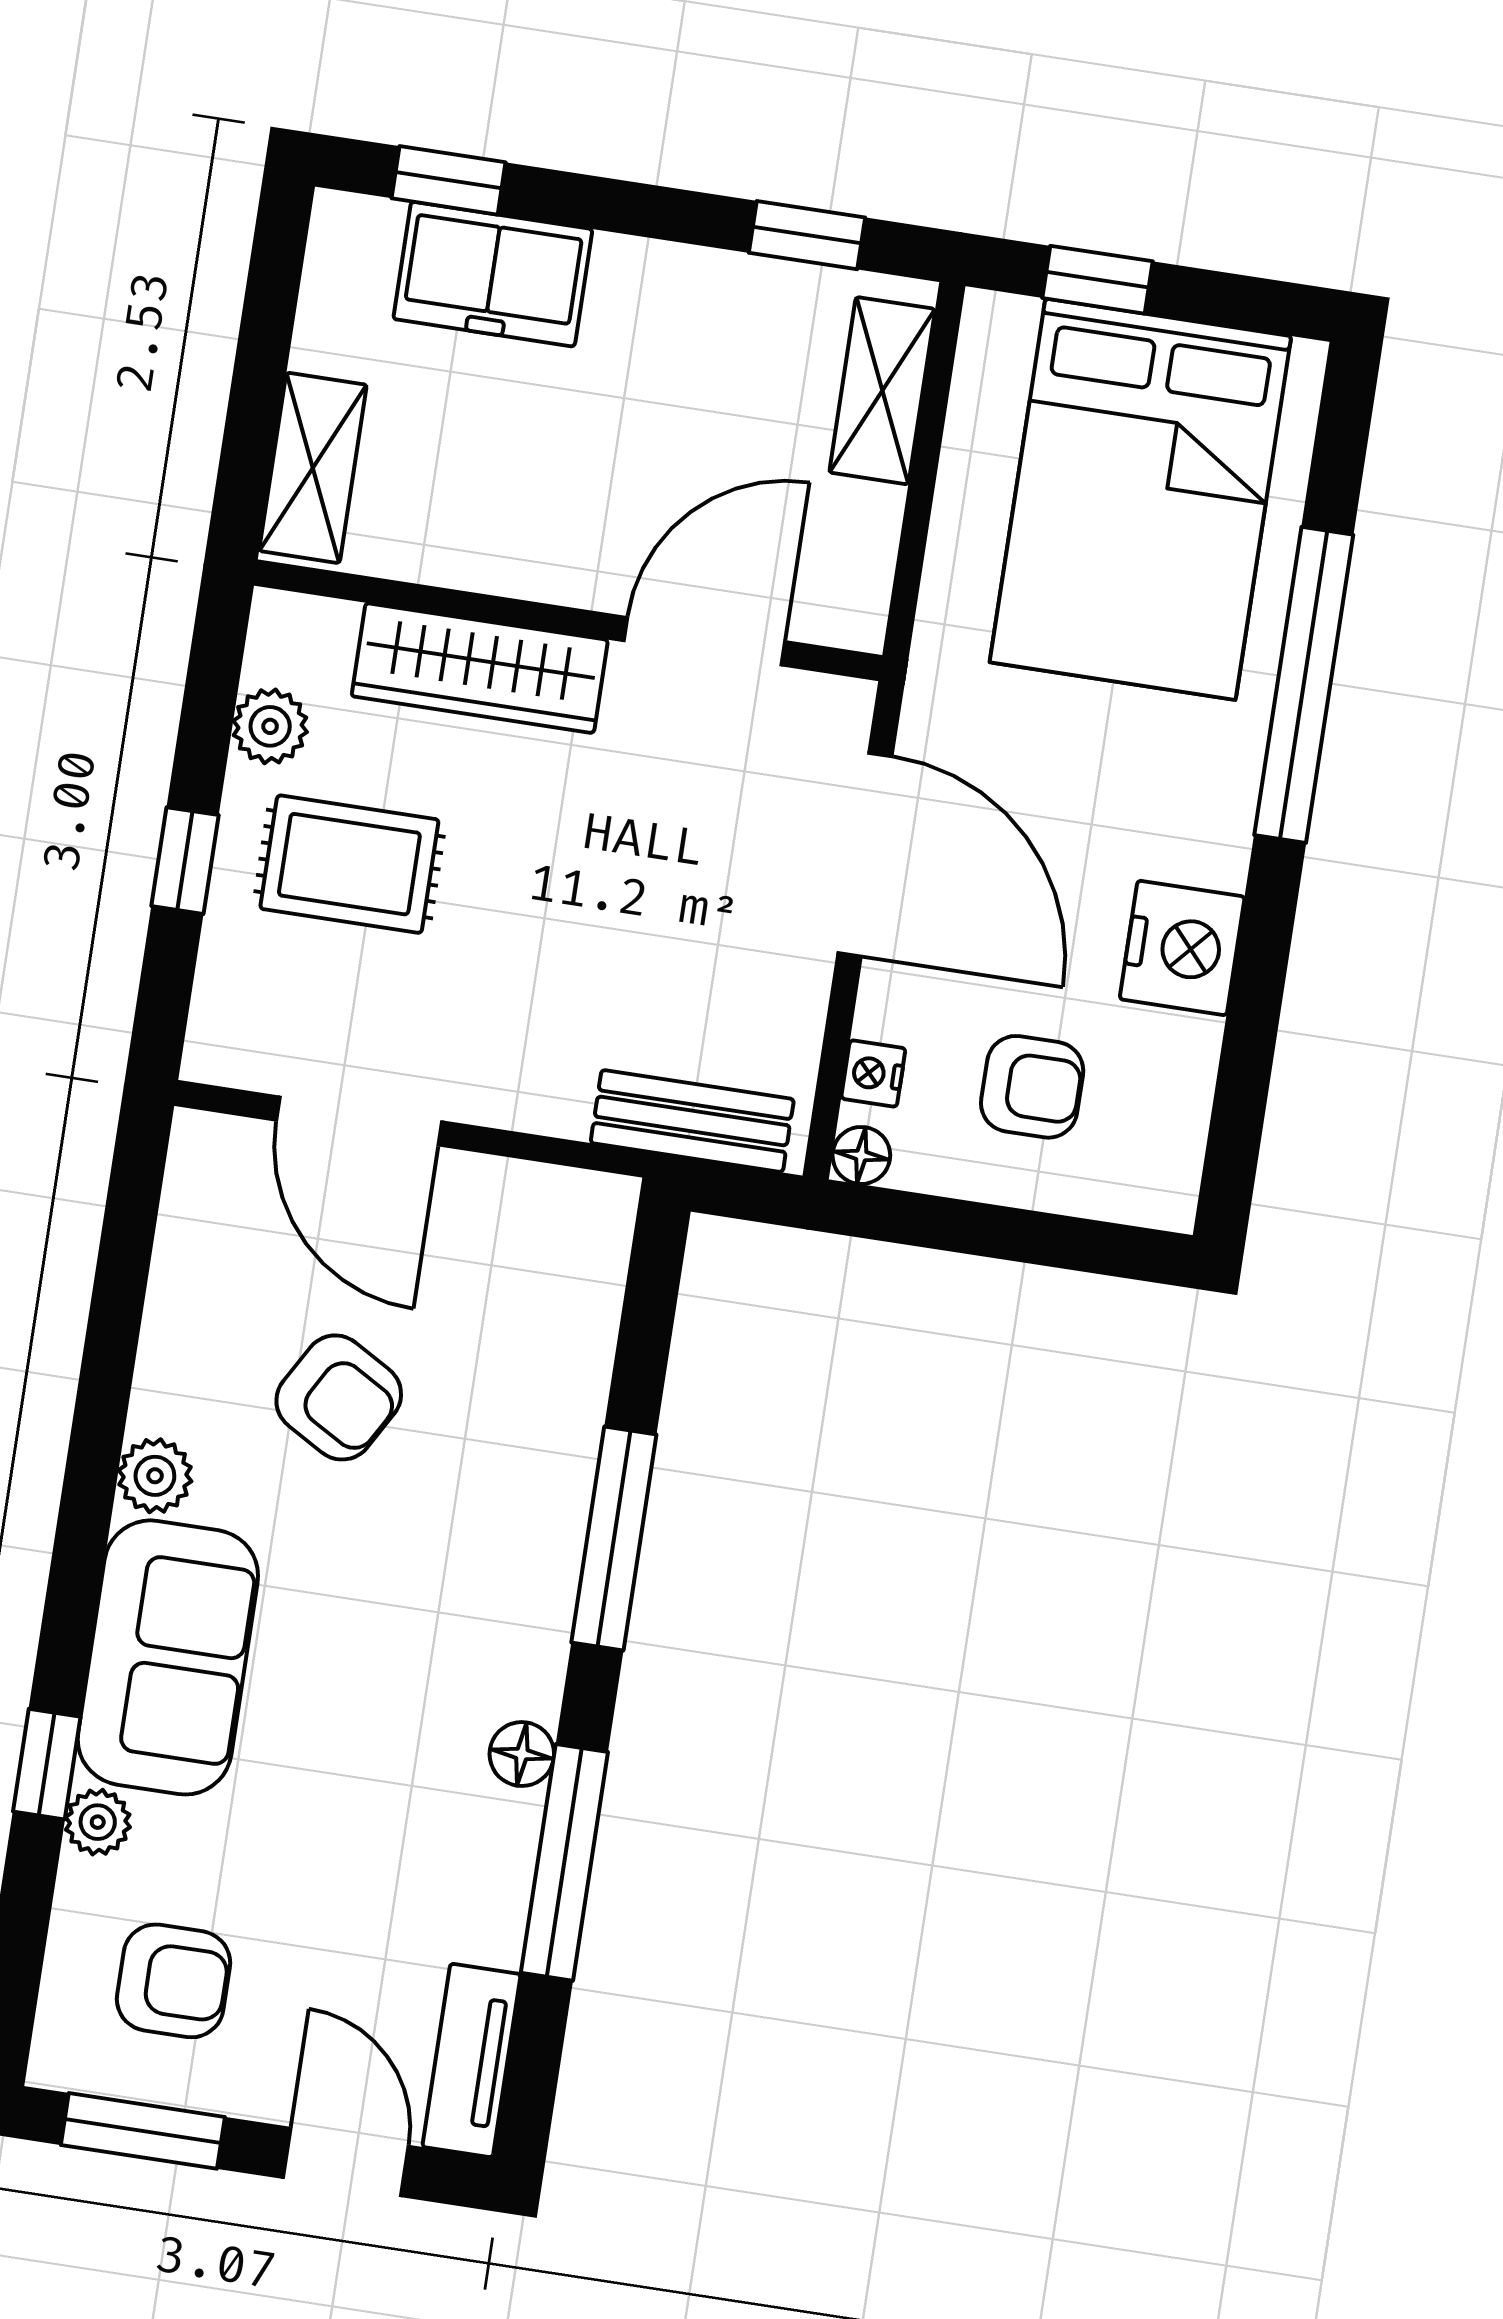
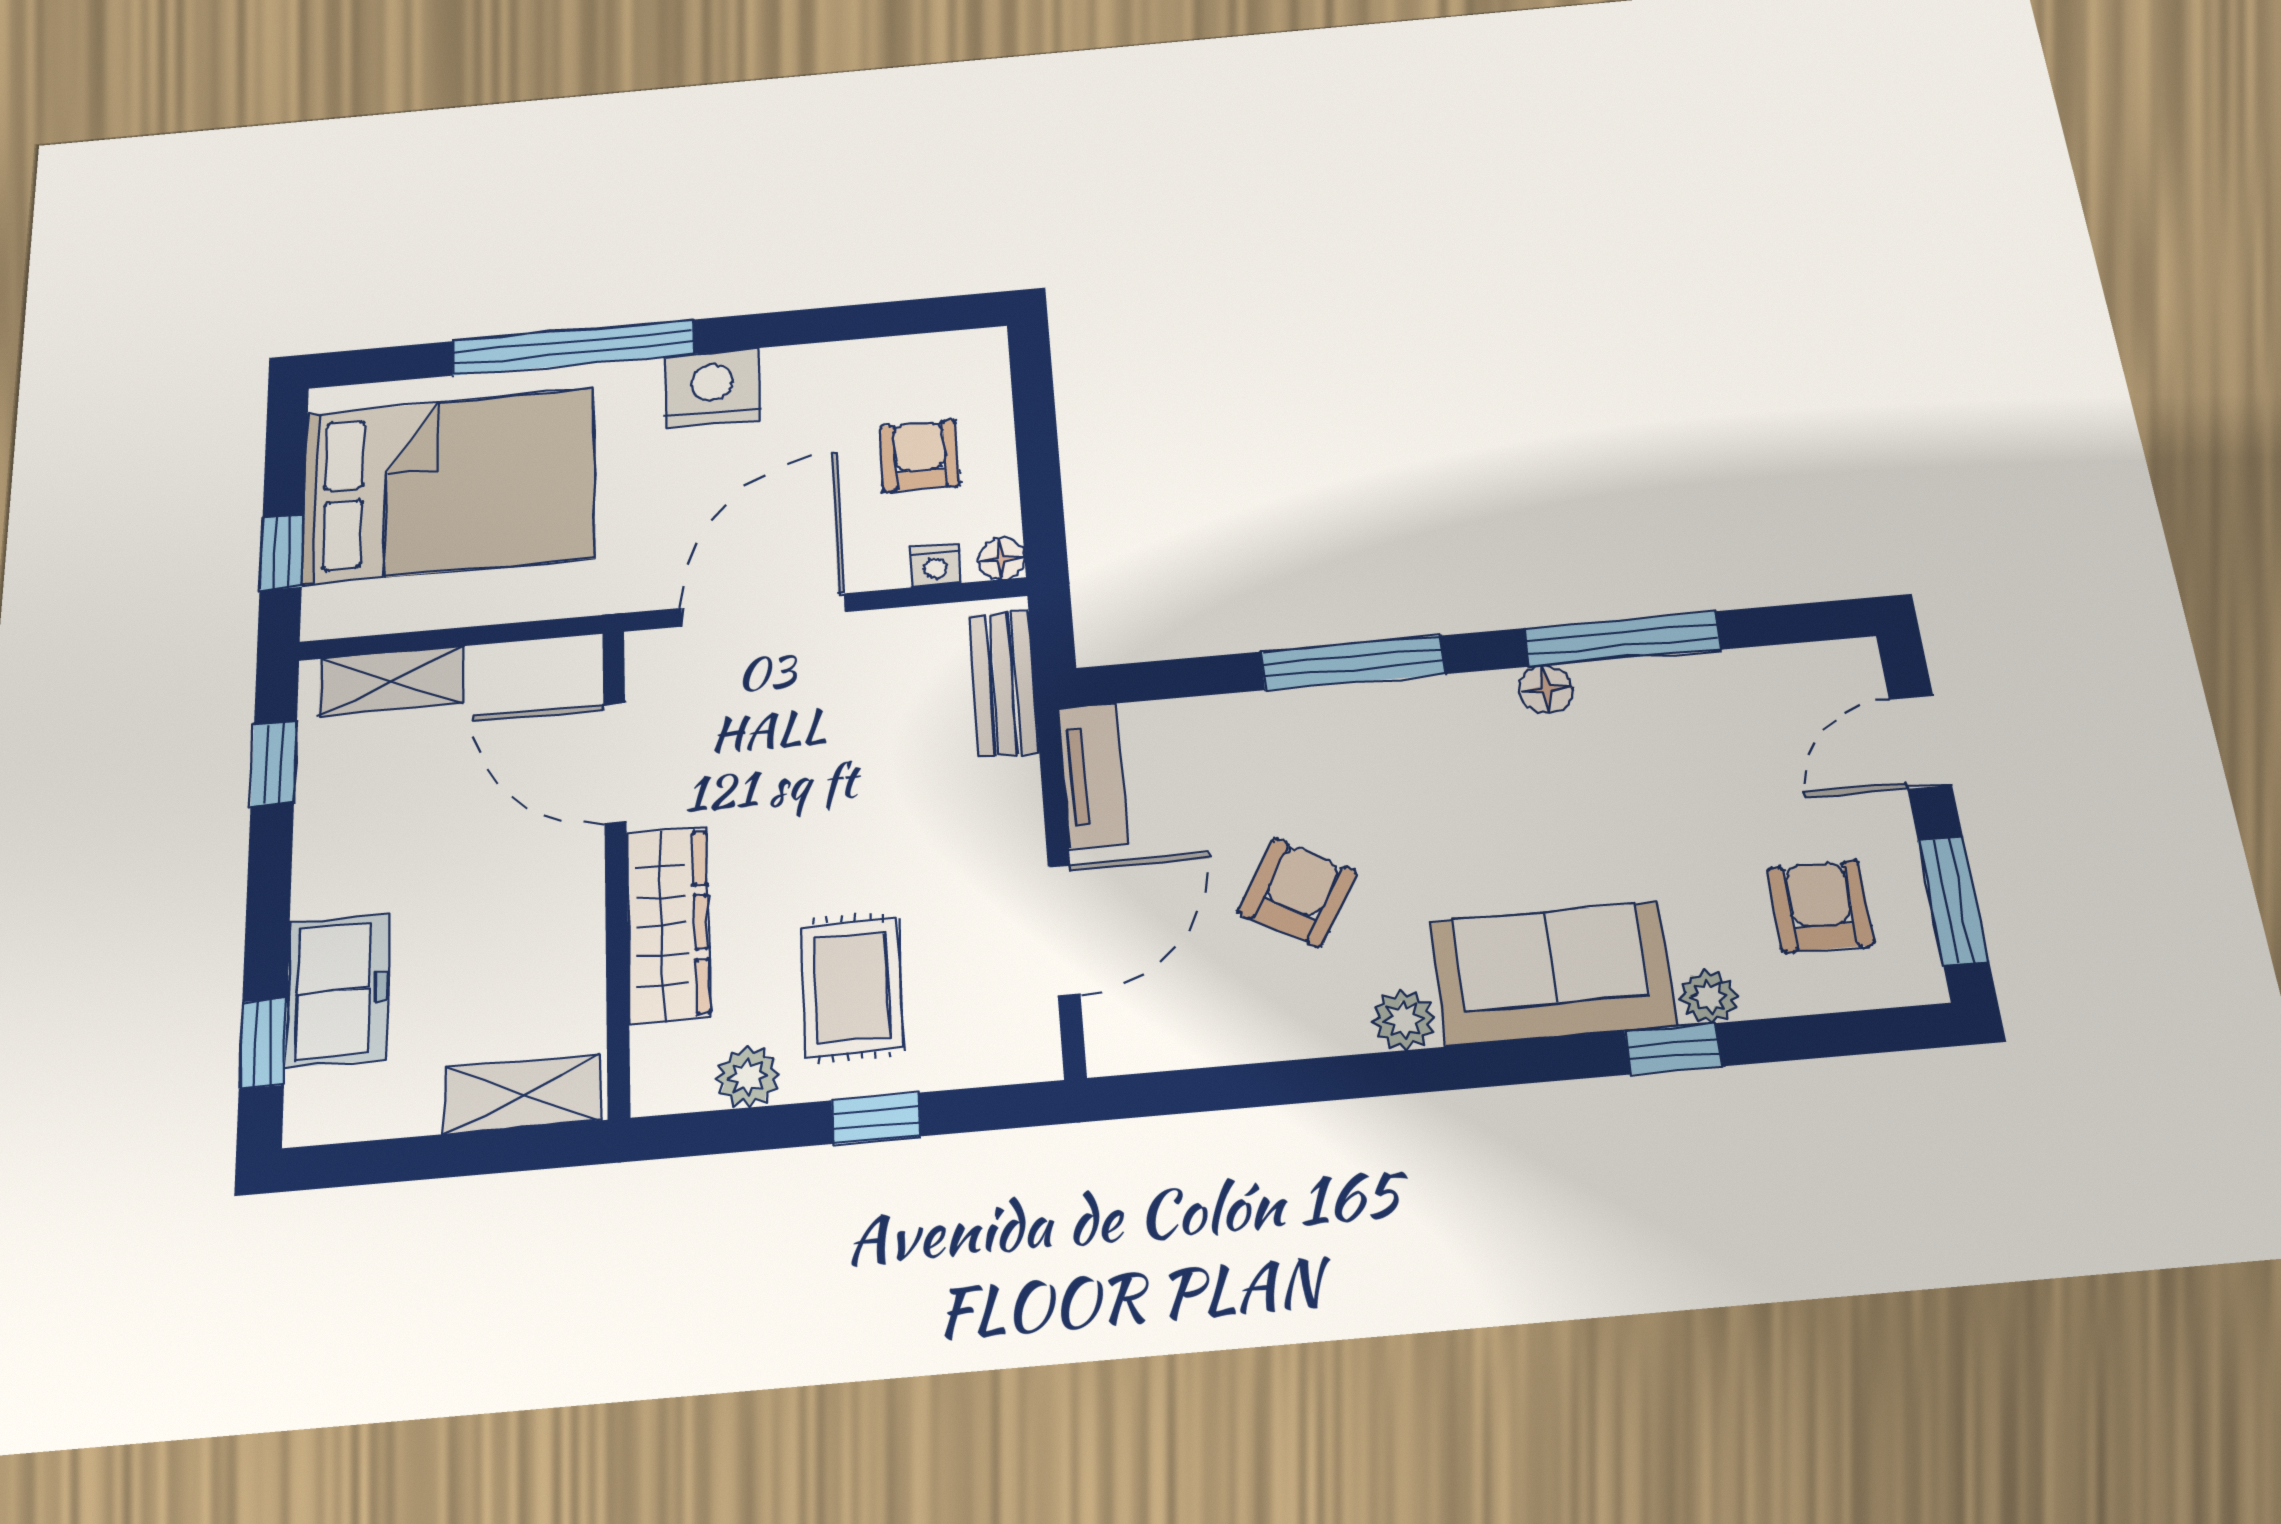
nightstand: (1182, 948) -> (712, 388), moved
tv unit: (471, 2060) -> (1093, 775), moved, turned -90

